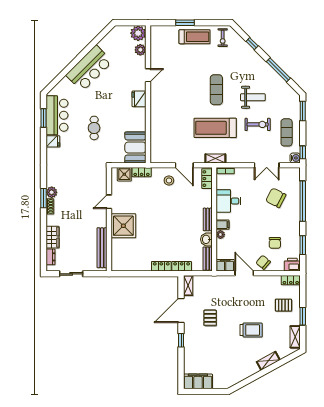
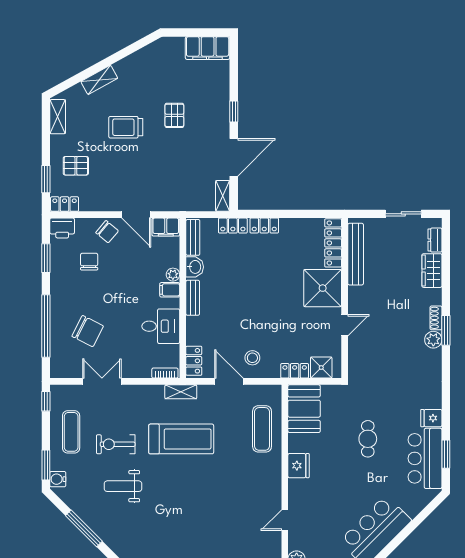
exercise mat: (216, 90) -> (262, 429), moved
fridge: (139, 99) -> (299, 466), moved
water cooler: (295, 158) -> (58, 479), moved
locker: (117, 255) -> (333, 243), added
window: (303, 316) -> (46, 179), moved
pallet: (210, 318) -> (174, 115), moved

